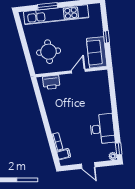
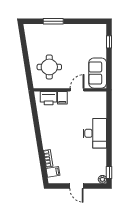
kitchen unit: (56, 15) -> (61, 31), removed
window: (106, 37) -> (109, 42), moved
filing cabinet: (65, 81) -> (62, 98), added
desk: (102, 129) -> (95, 133), moved

